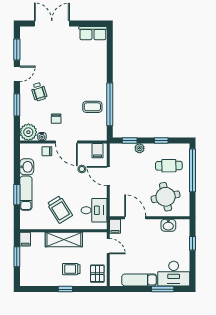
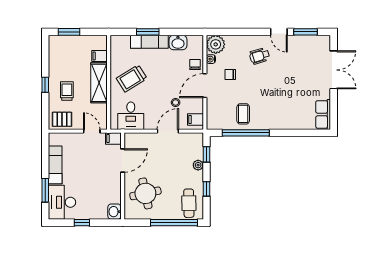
window: (17, 105) -> (245, 32), removed
cafe table: (169, 166) -> (189, 203), moved
washbasin: (168, 225) -> (114, 212), moved
filing cabinet: (25, 239) -> (99, 56), moved
window: (193, 243) -> (82, 223), moved
door: (108, 246) -> (92, 131), swing flipped
window: (17, 257) -> (69, 32), moved

